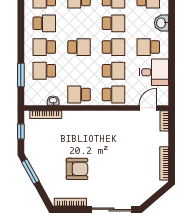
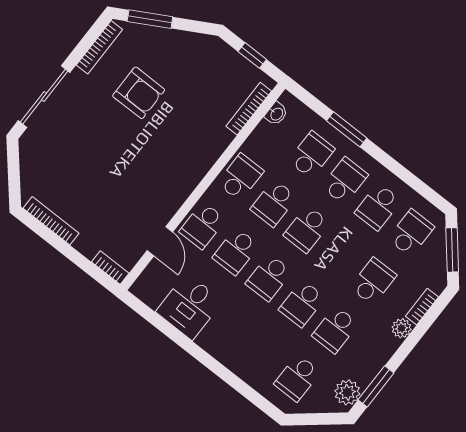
washbasin: (161, 23) -> (250, 371), removed
school desk: (148, 47) -> (274, 203), moved, turned 180
window: (21, 75) -> (347, 129), moved
washbasin: (53, 101) -> (276, 114), moved
door: (148, 108) -> (160, 241), moved
armchair: (77, 169) -> (139, 93), turned -90
window: (30, 171) -> (150, 19), moved

